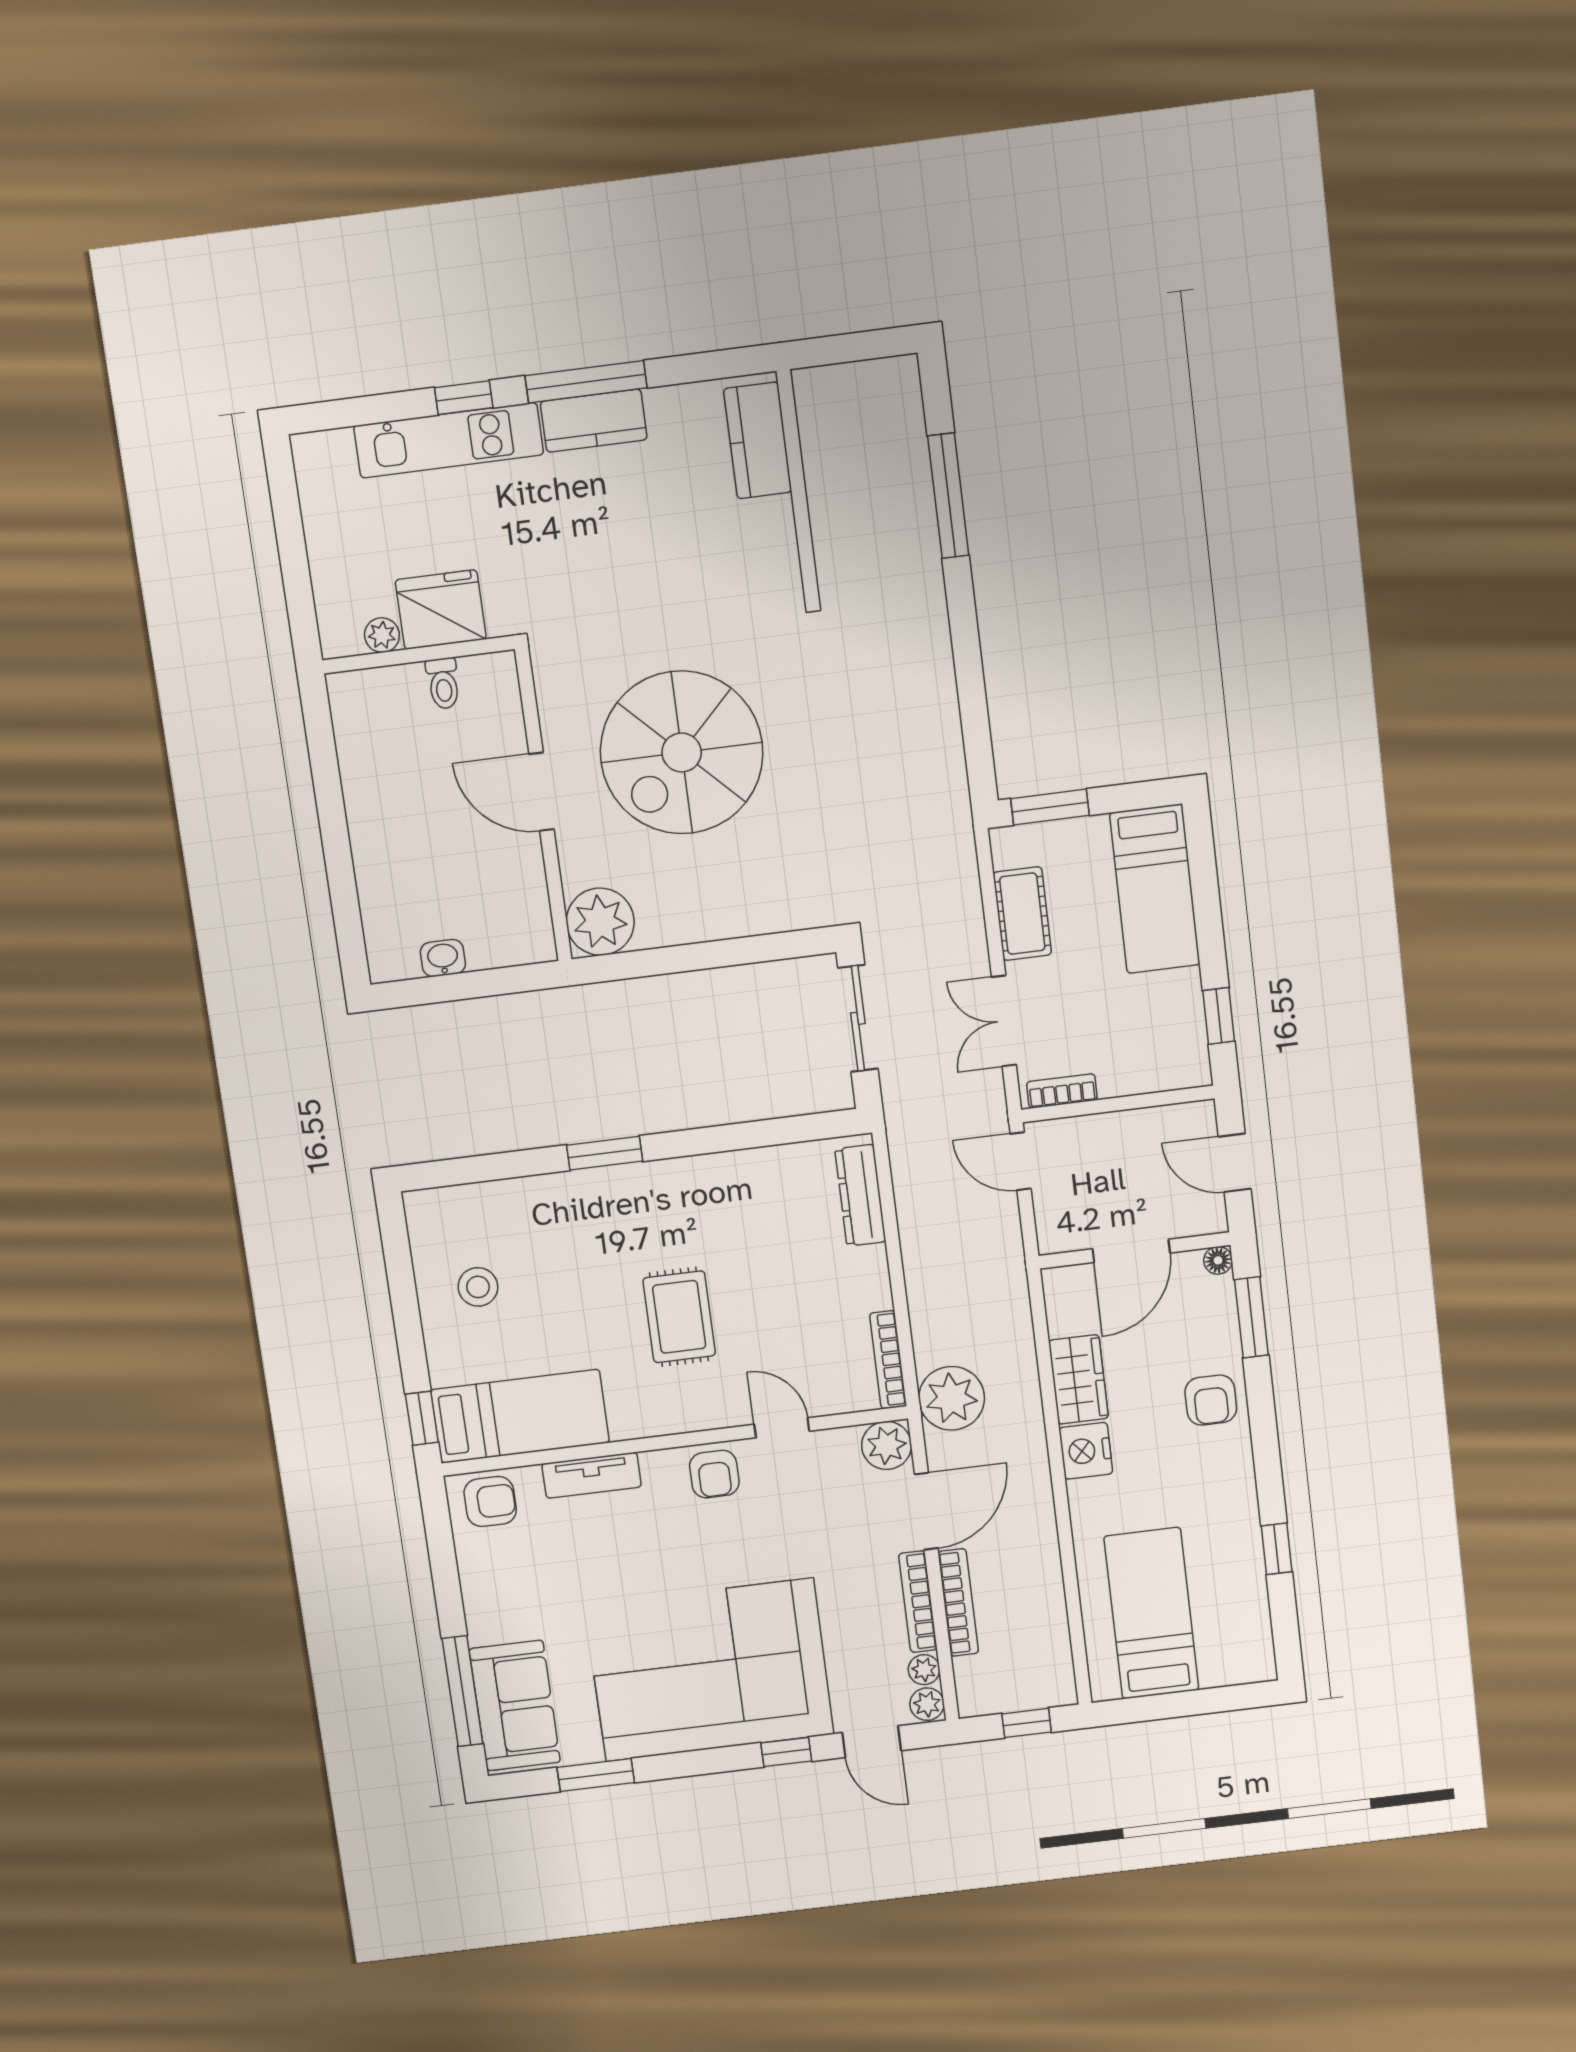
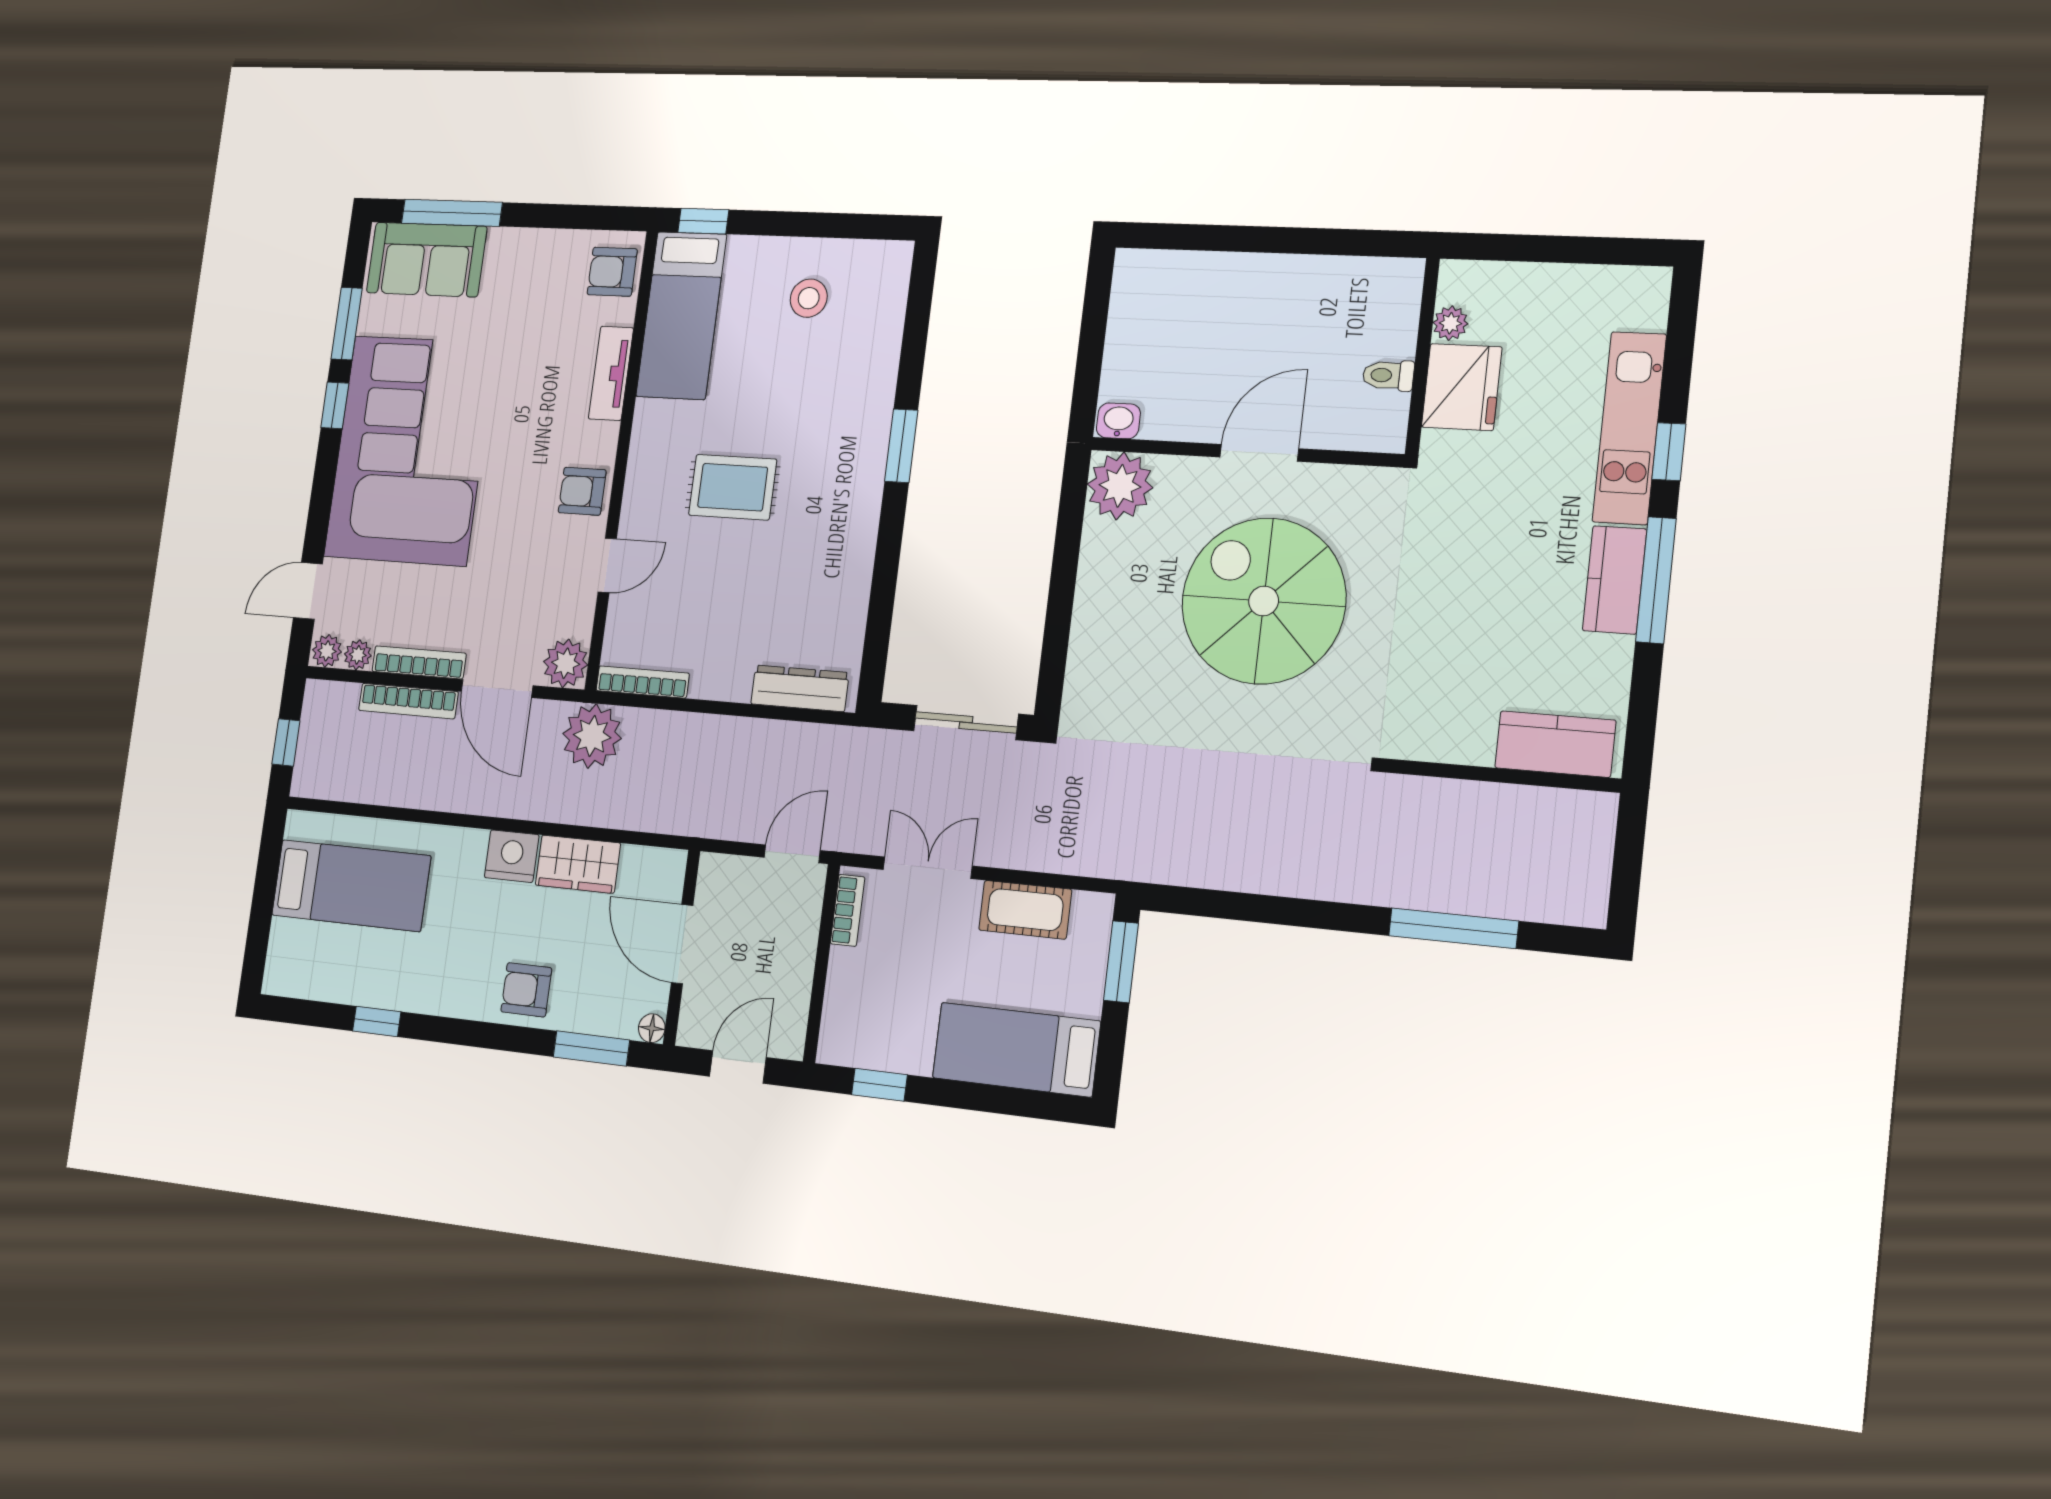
washbasin: (443, 958) -> (1118, 421), moved, turned -90
armchair: (490, 1502) -> (612, 272), turned 90
window: (786, 1752) -> (335, 405), moved

